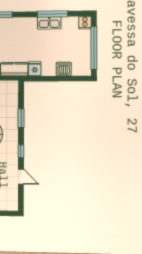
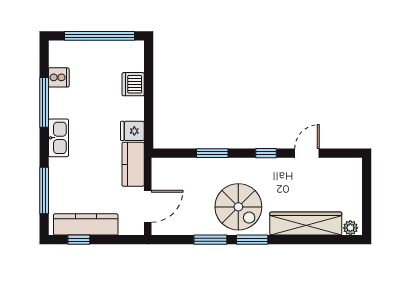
kitchen sink: (49, 23) -> (59, 138), moved
cooker: (85, 23) -> (59, 77), moved

